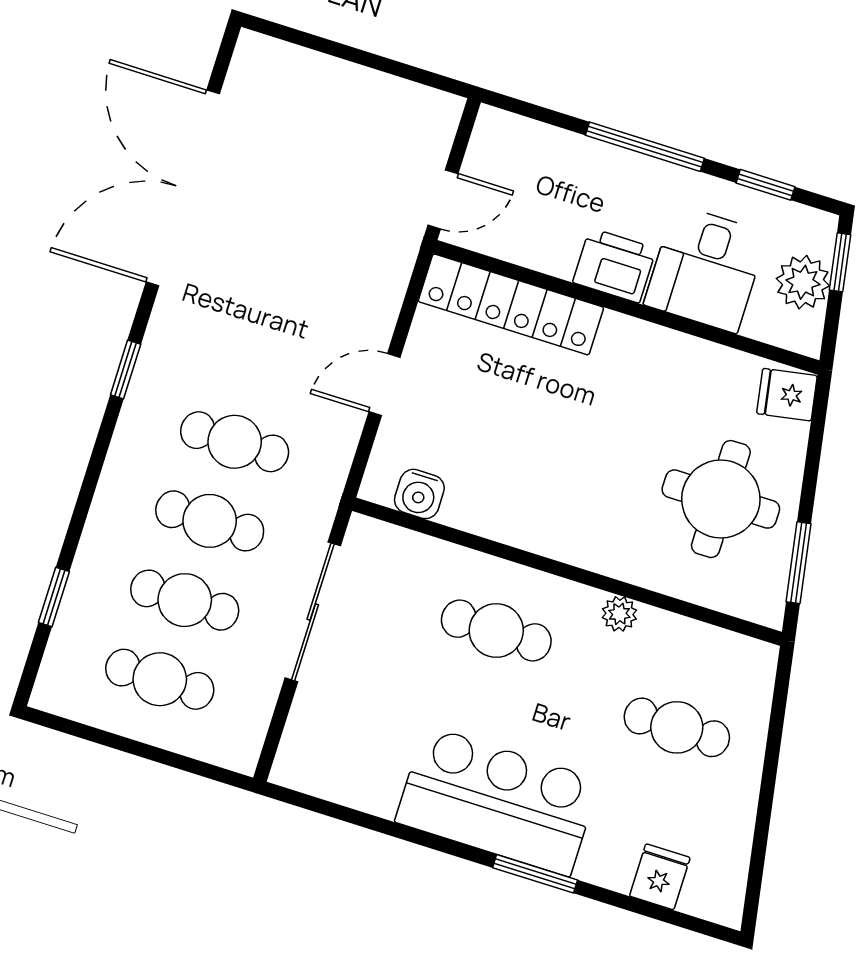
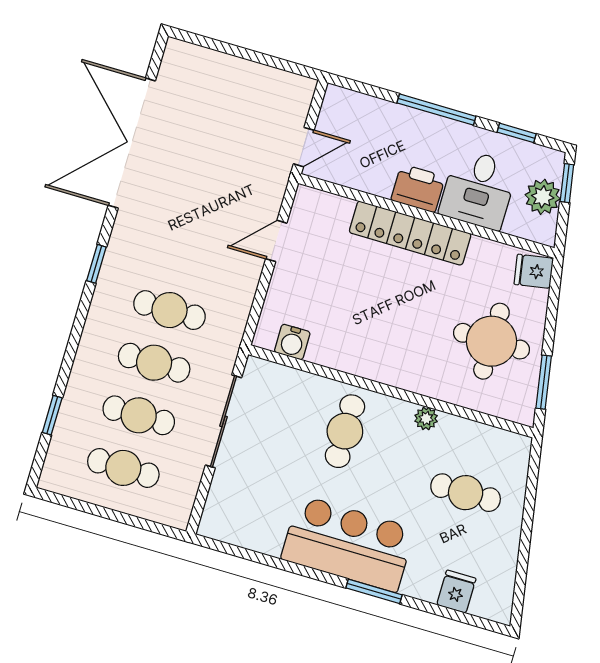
locker: (511, 304) -> (410, 233), moved
door: (384, 385) -> (276, 241), moved
cafe table: (496, 631) -> (345, 431), turned 90

